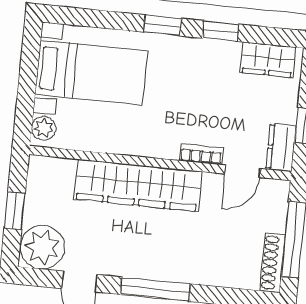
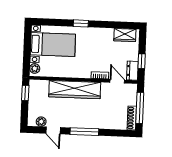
window: (220, 31) -> (105, 24), removed
door: (243, 171) -> (117, 81), swing flipped
window: (15, 211) -> (25, 93), moved
plant: (42, 247) -> (41, 122), width x0.53, depth x0.53

